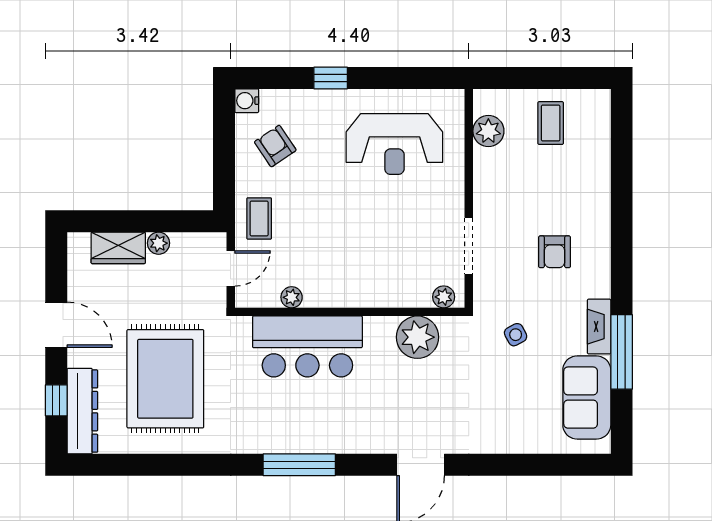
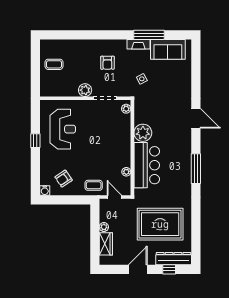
window: (331, 78) -> (35, 141), moved
plant: (488, 131) -> (85, 90), moved
armchair: (555, 252) -> (107, 63), turned 90
plant: (417, 337) -> (143, 133), moved

